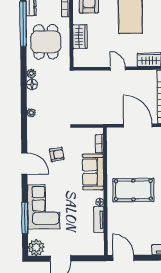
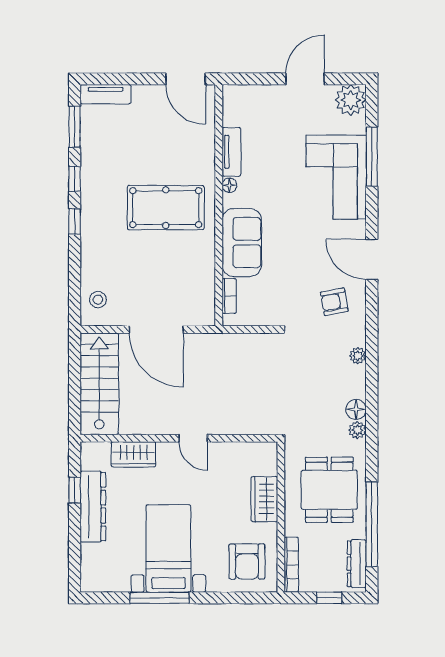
armchair: (57, 154) -> (334, 302), moved

